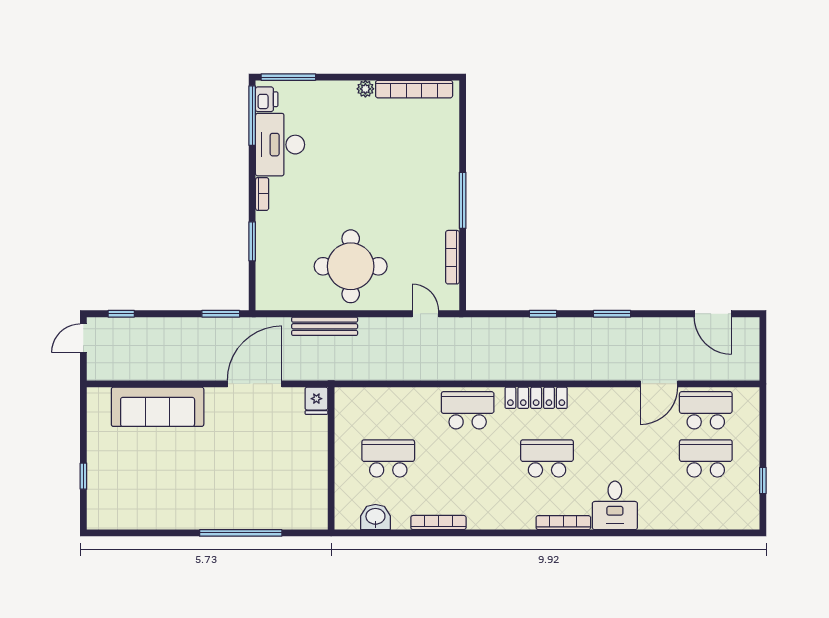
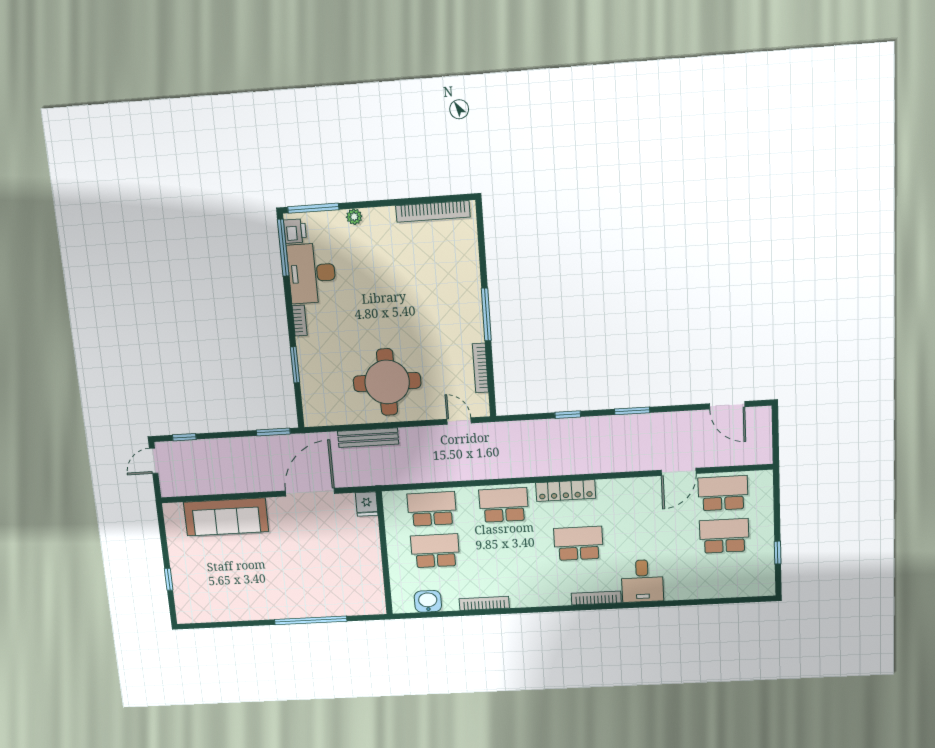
plant: (365, 89) -> (354, 217), moved
school desk: (388, 410) -> (432, 509), added

